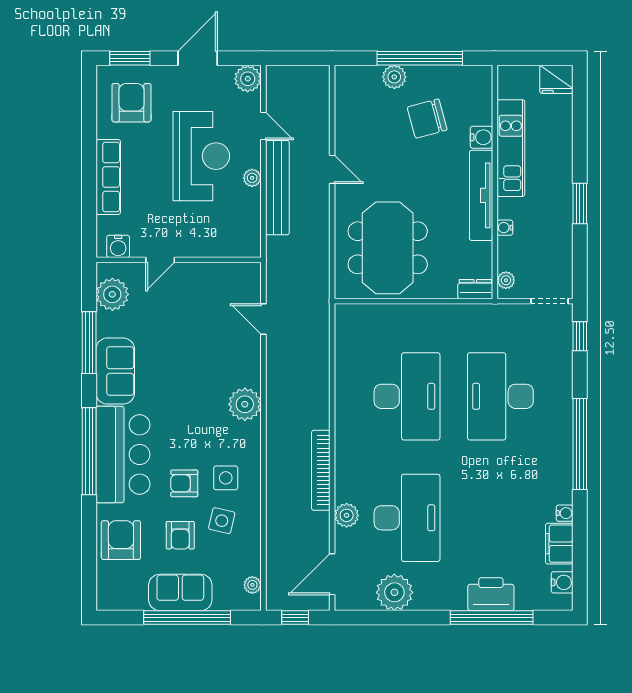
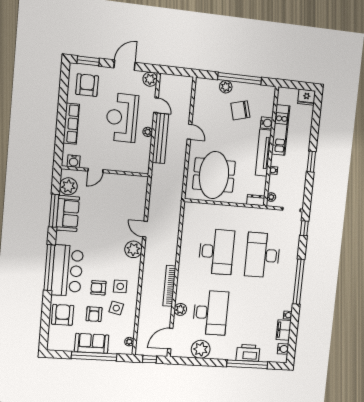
reception desk: (201, 156) -> (122, 118), turned 180
door: (263, 319) -> (145, 229), moved
sofa: (115, 371) -> (68, 213), moved

